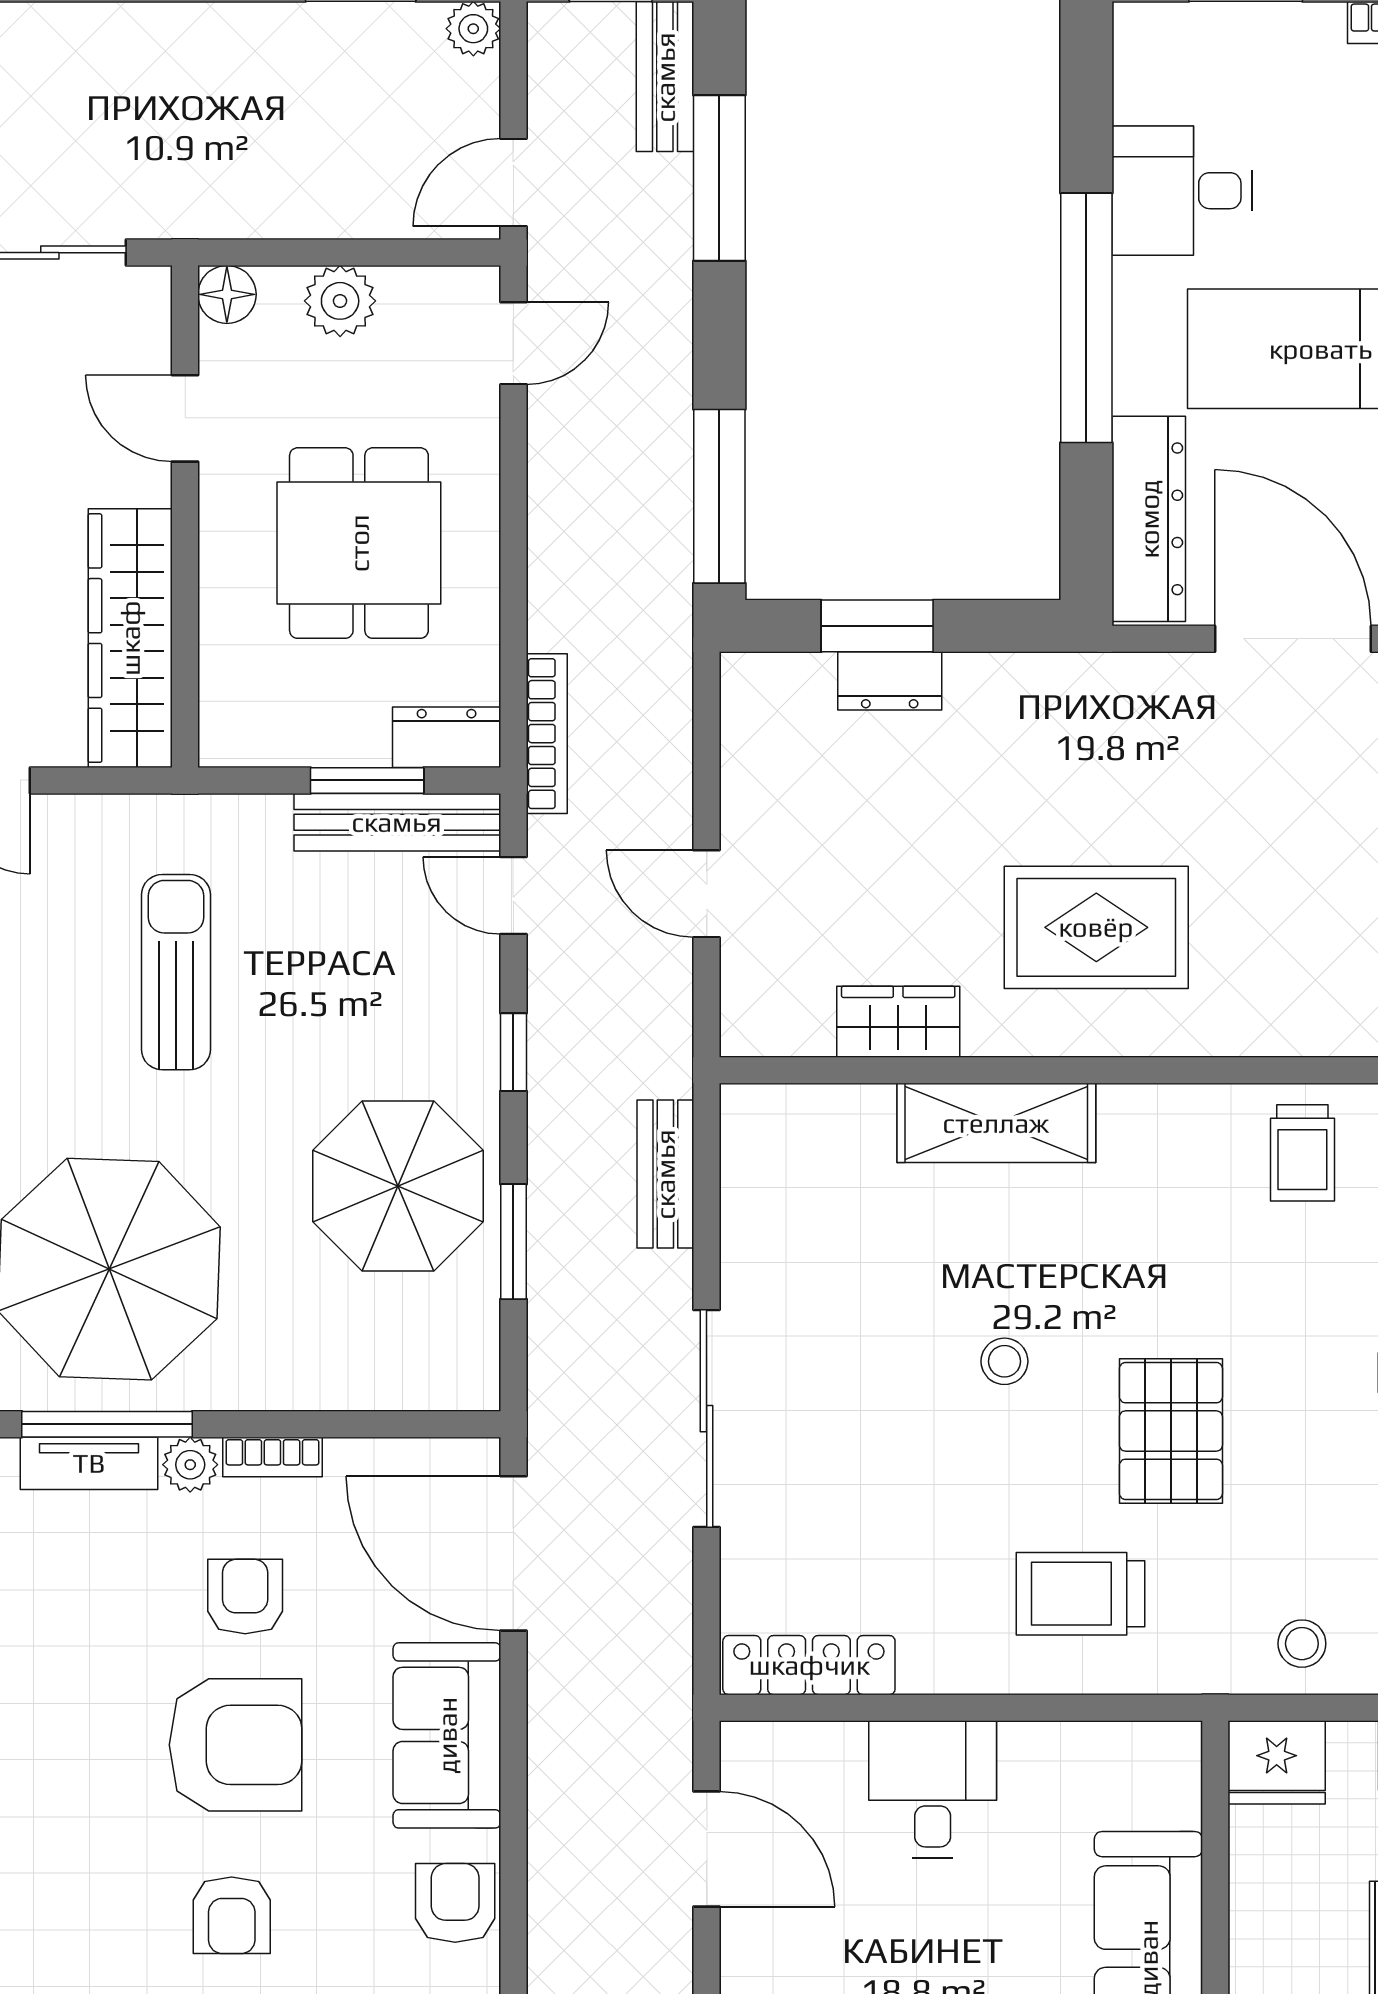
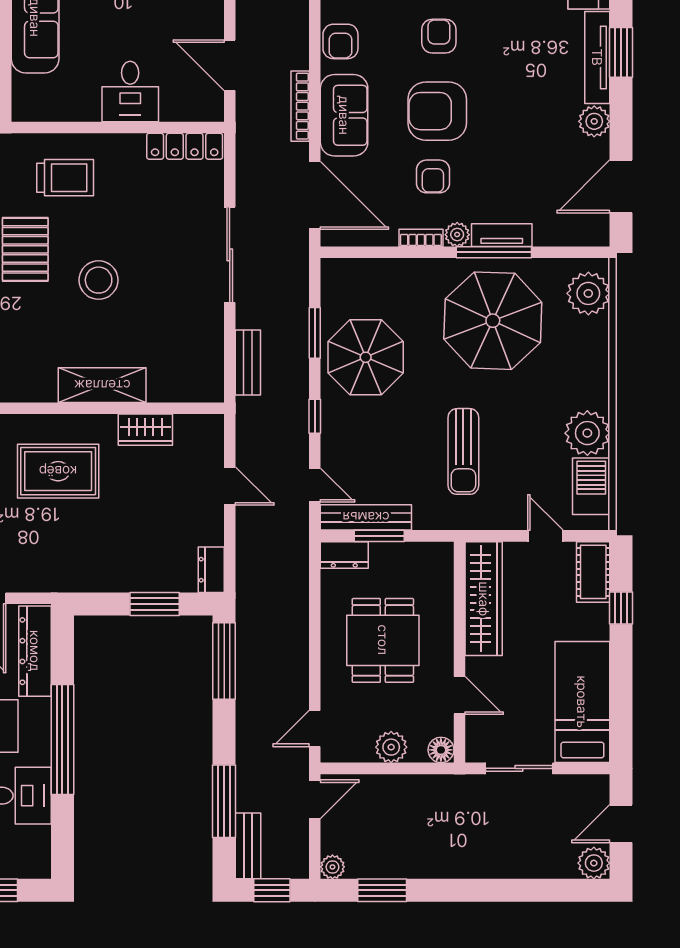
dresser: (890, 681) -> (211, 570), moved, turned -90
bookcase: (547, 734) -> (300, 106), moved
stool: (1004, 1361) -> (99, 280), width x1.89, depth x1.89

